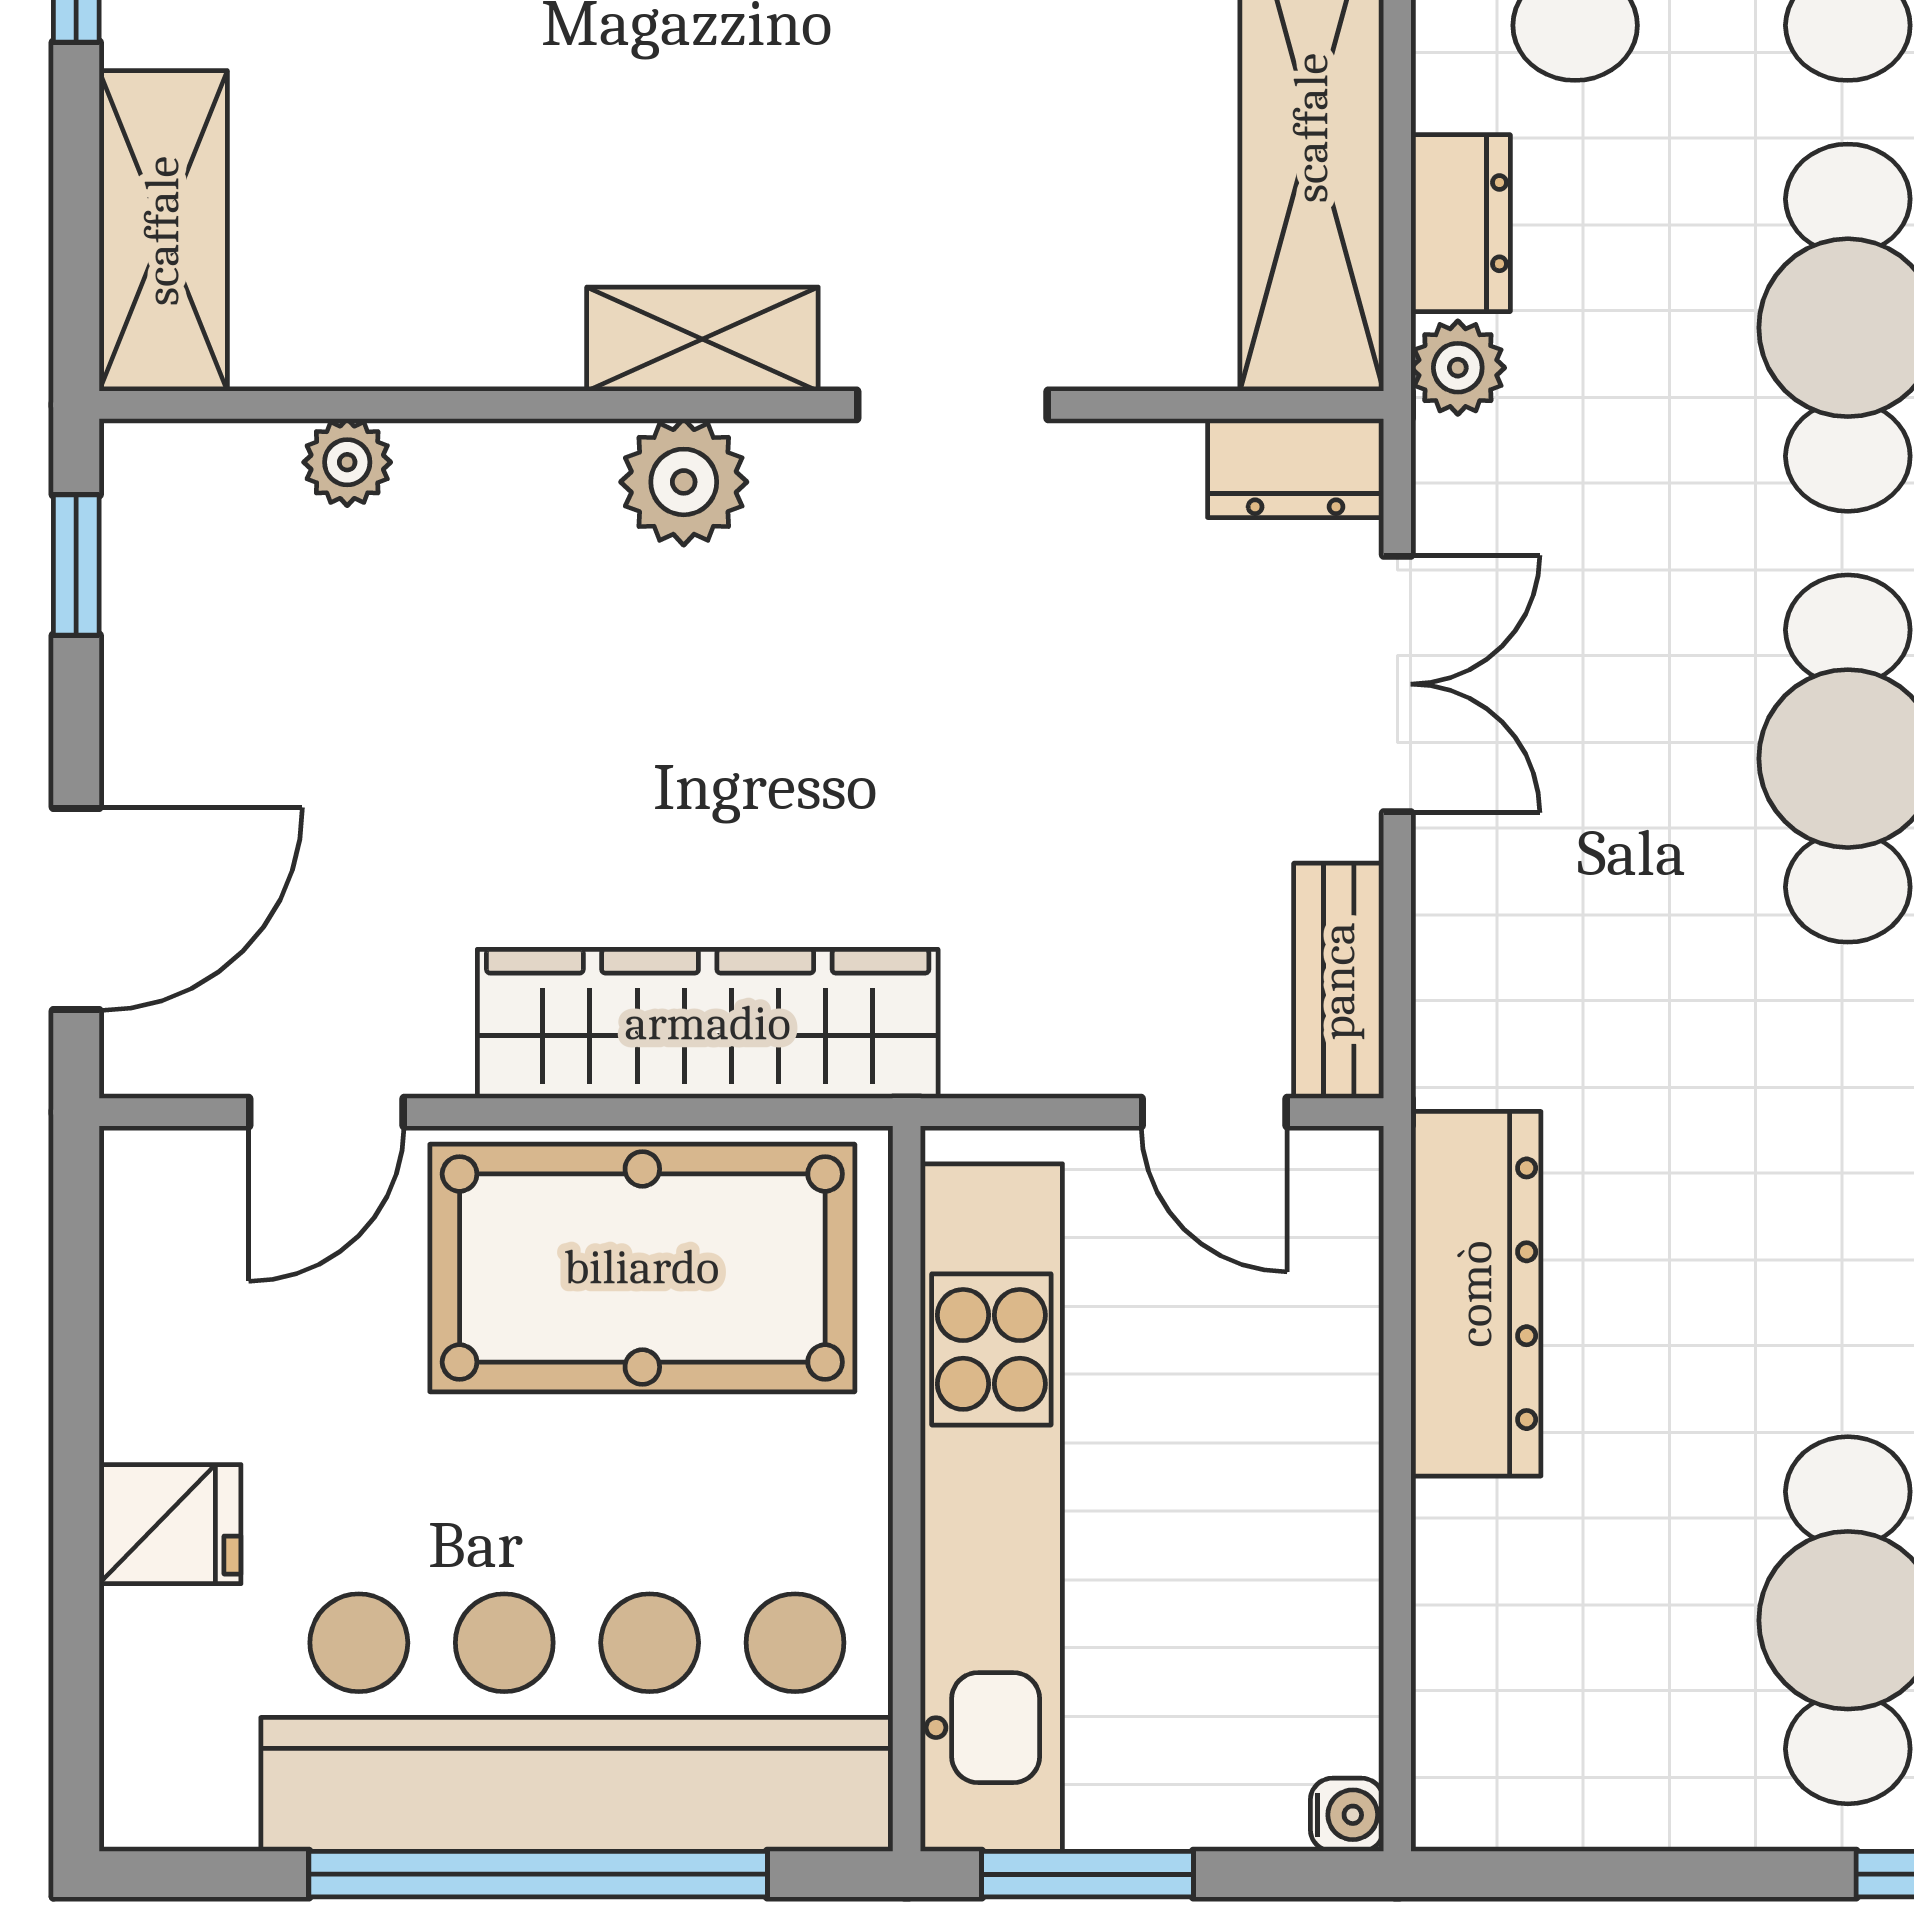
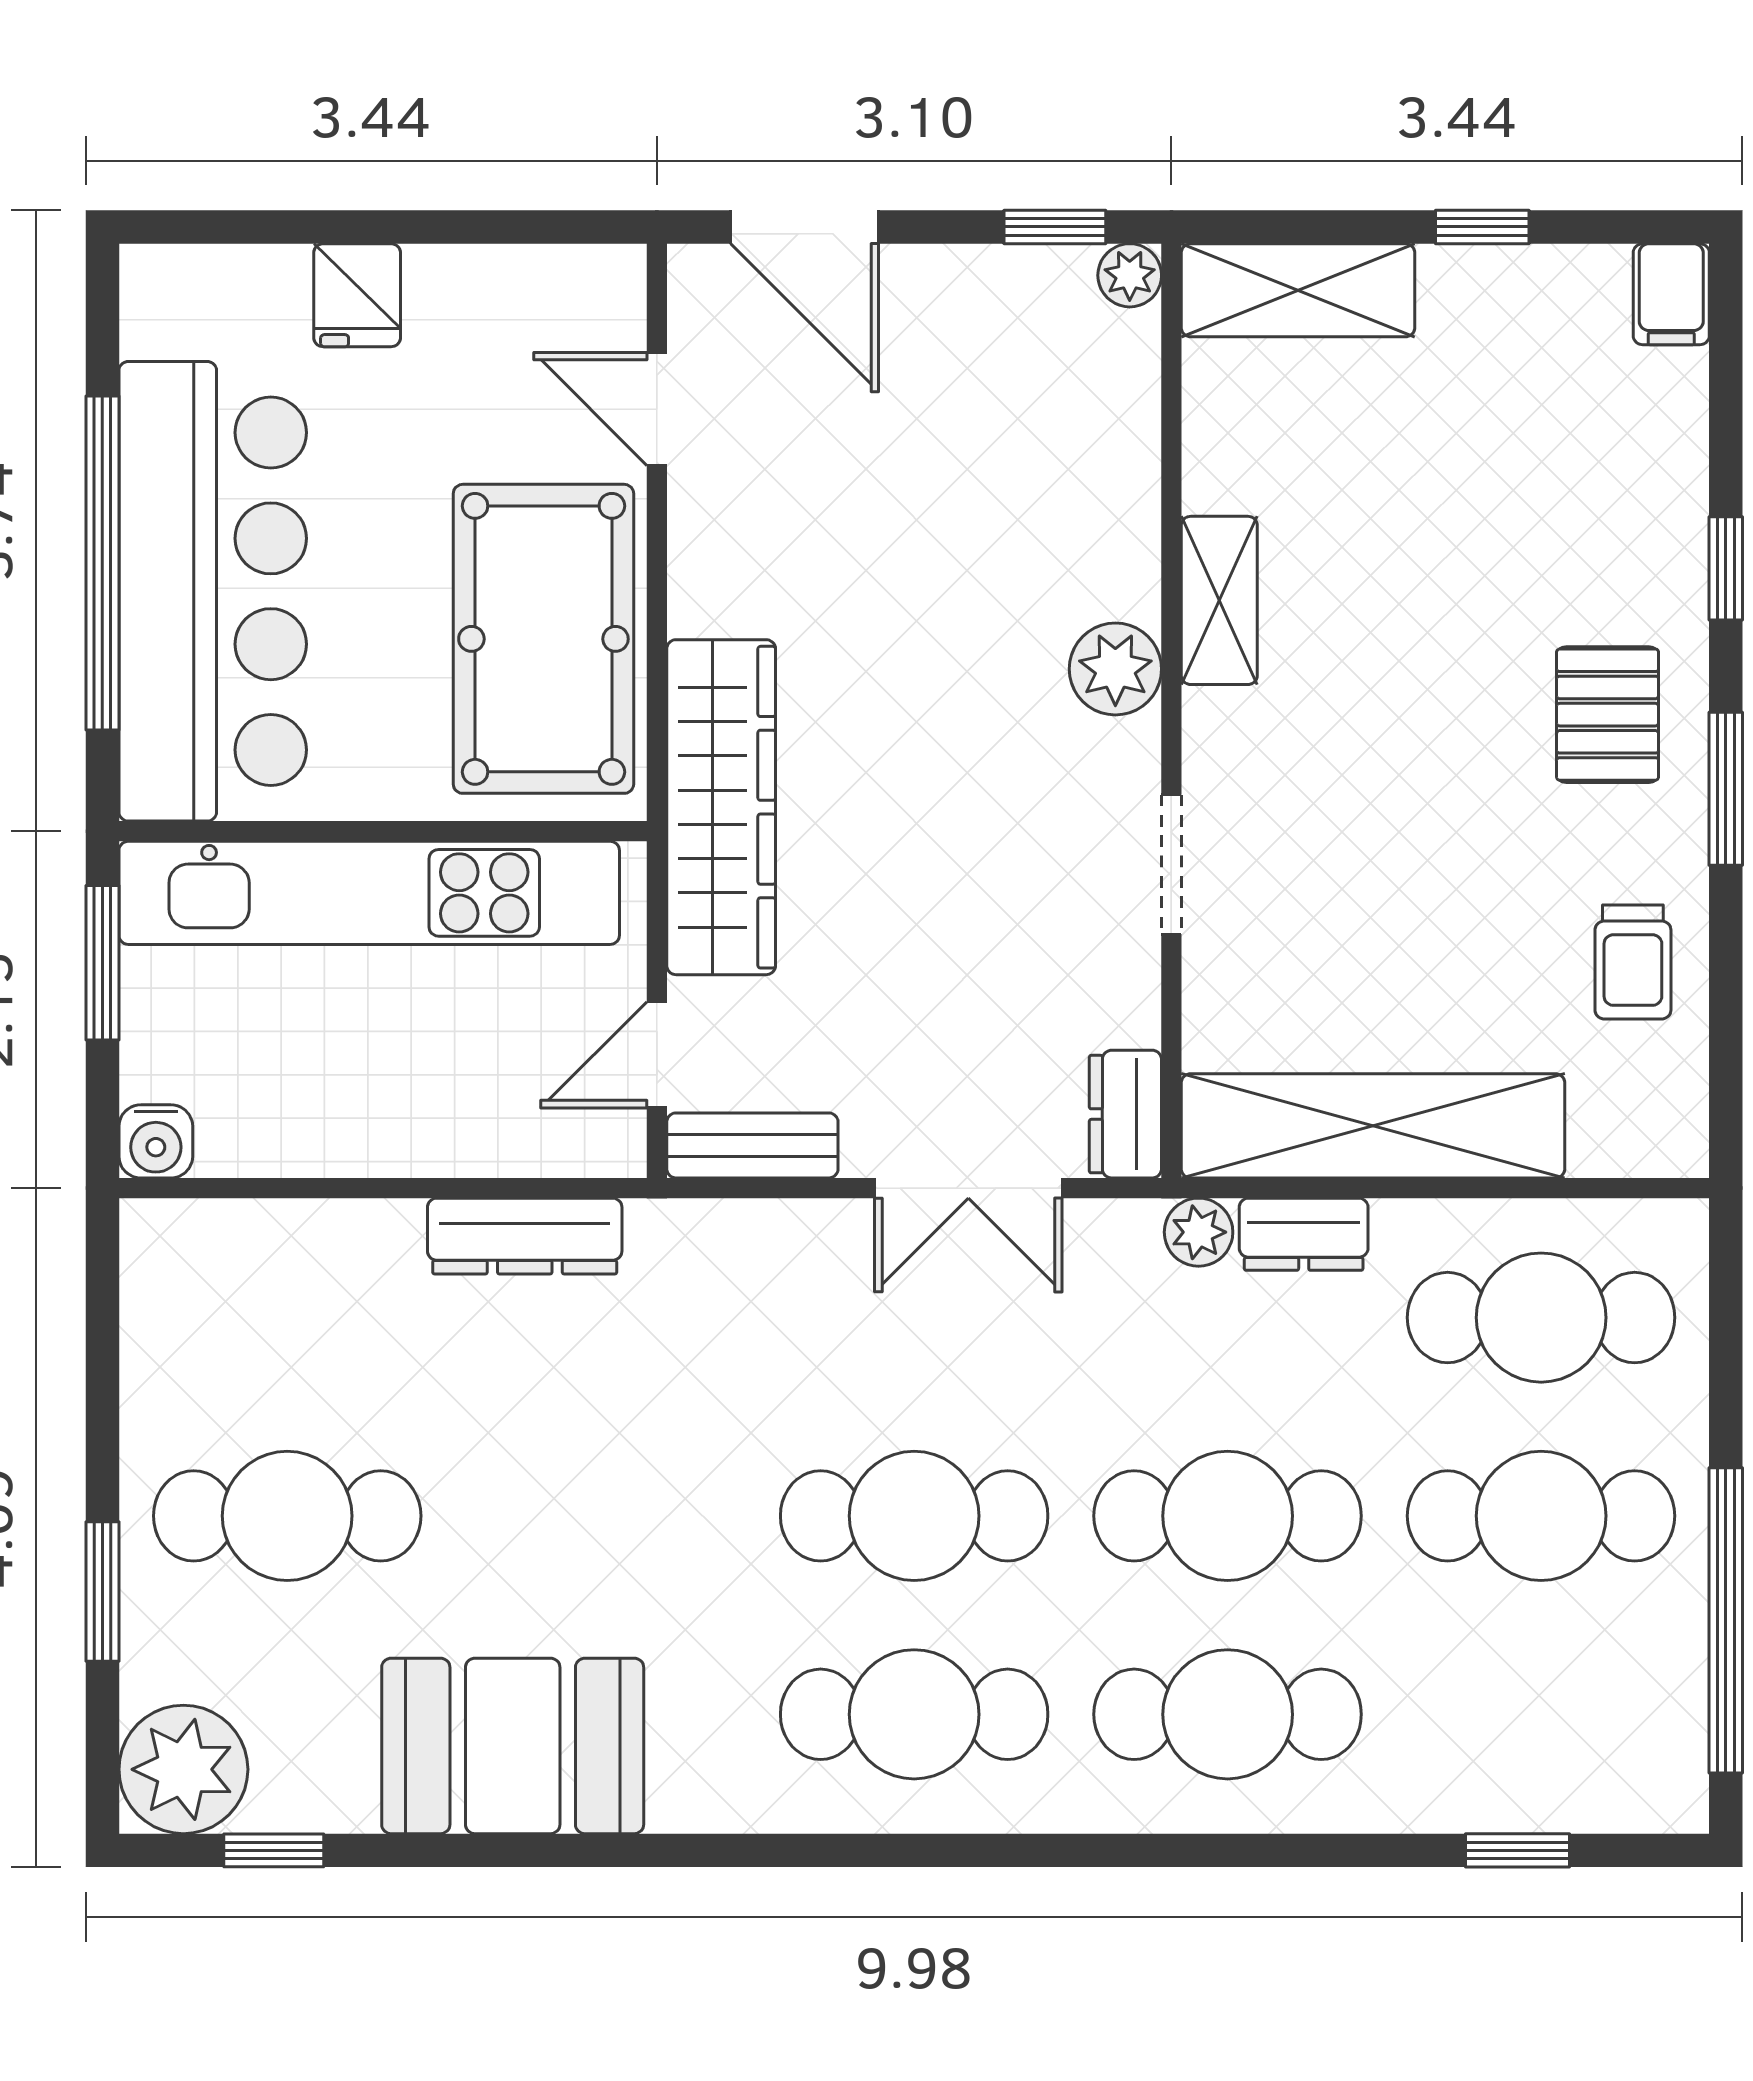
shelving: (702, 339) -> (1219, 600), moved
plant: (347, 462) -> (1130, 275), moved
wardrobe: (708, 1024) -> (721, 807), moved
dresser: (1476, 1294) -> (525, 1236), width x0.73, depth x0.80
water cooler: (1347, 1815) -> (156, 1141), width x1.38, depth x1.38

